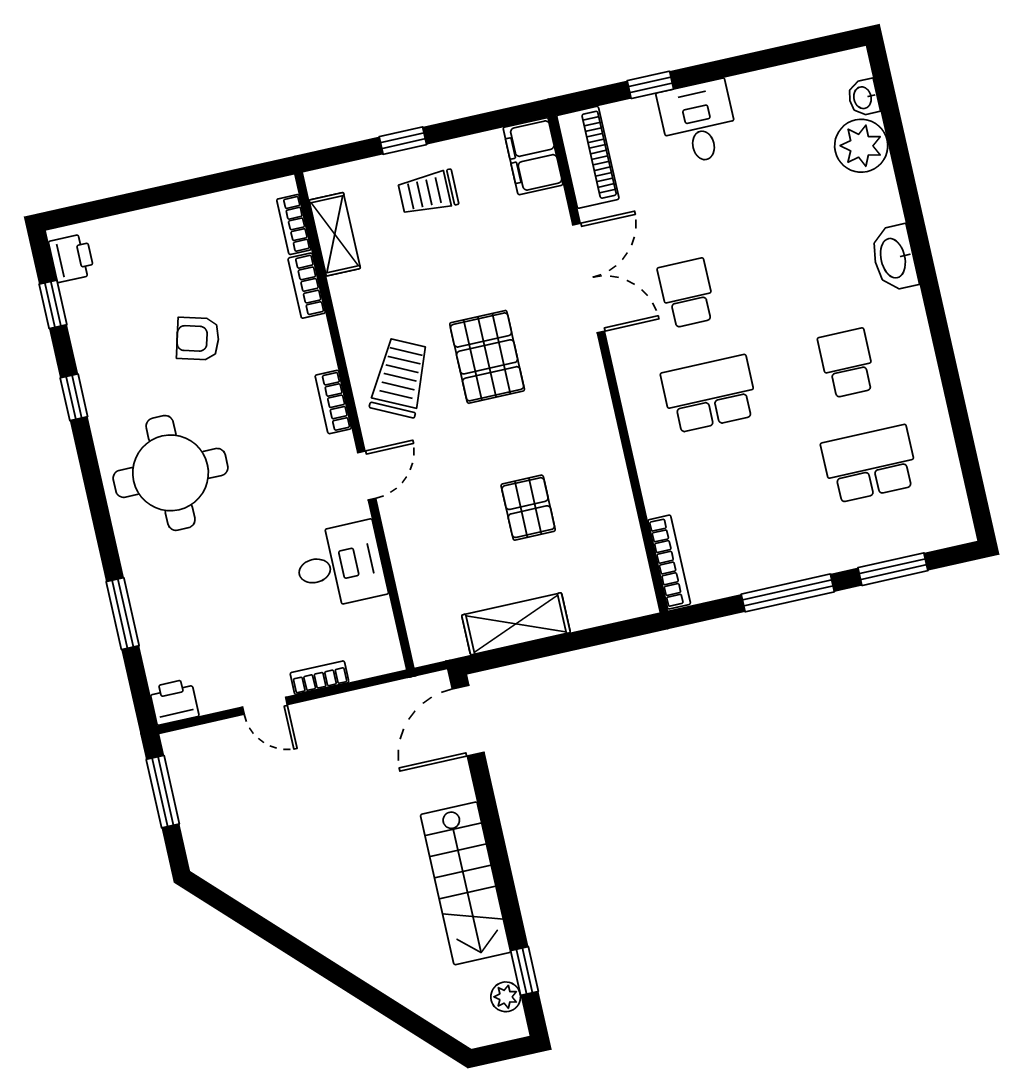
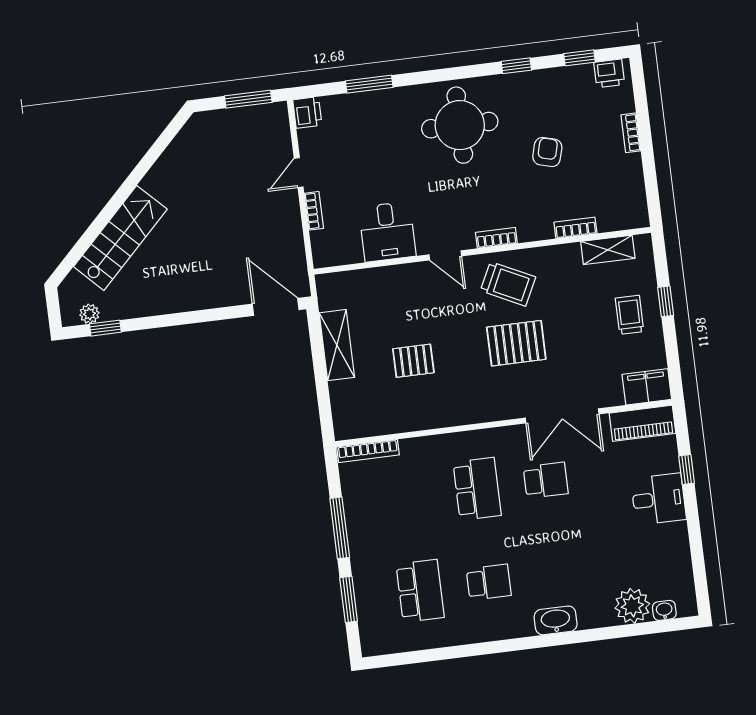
bookcase: (294, 225) -> (631, 133), moved, turned -90
stairs: (466, 883) -> (120, 238), moved, turned 135

